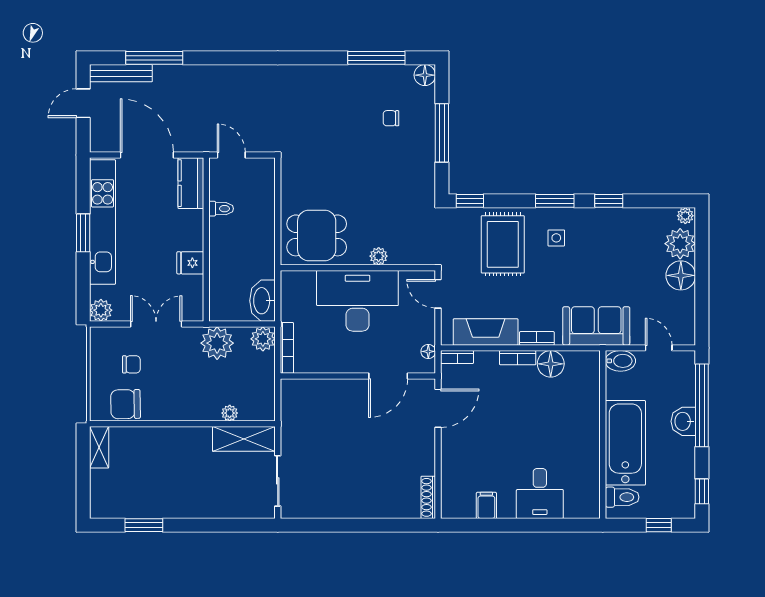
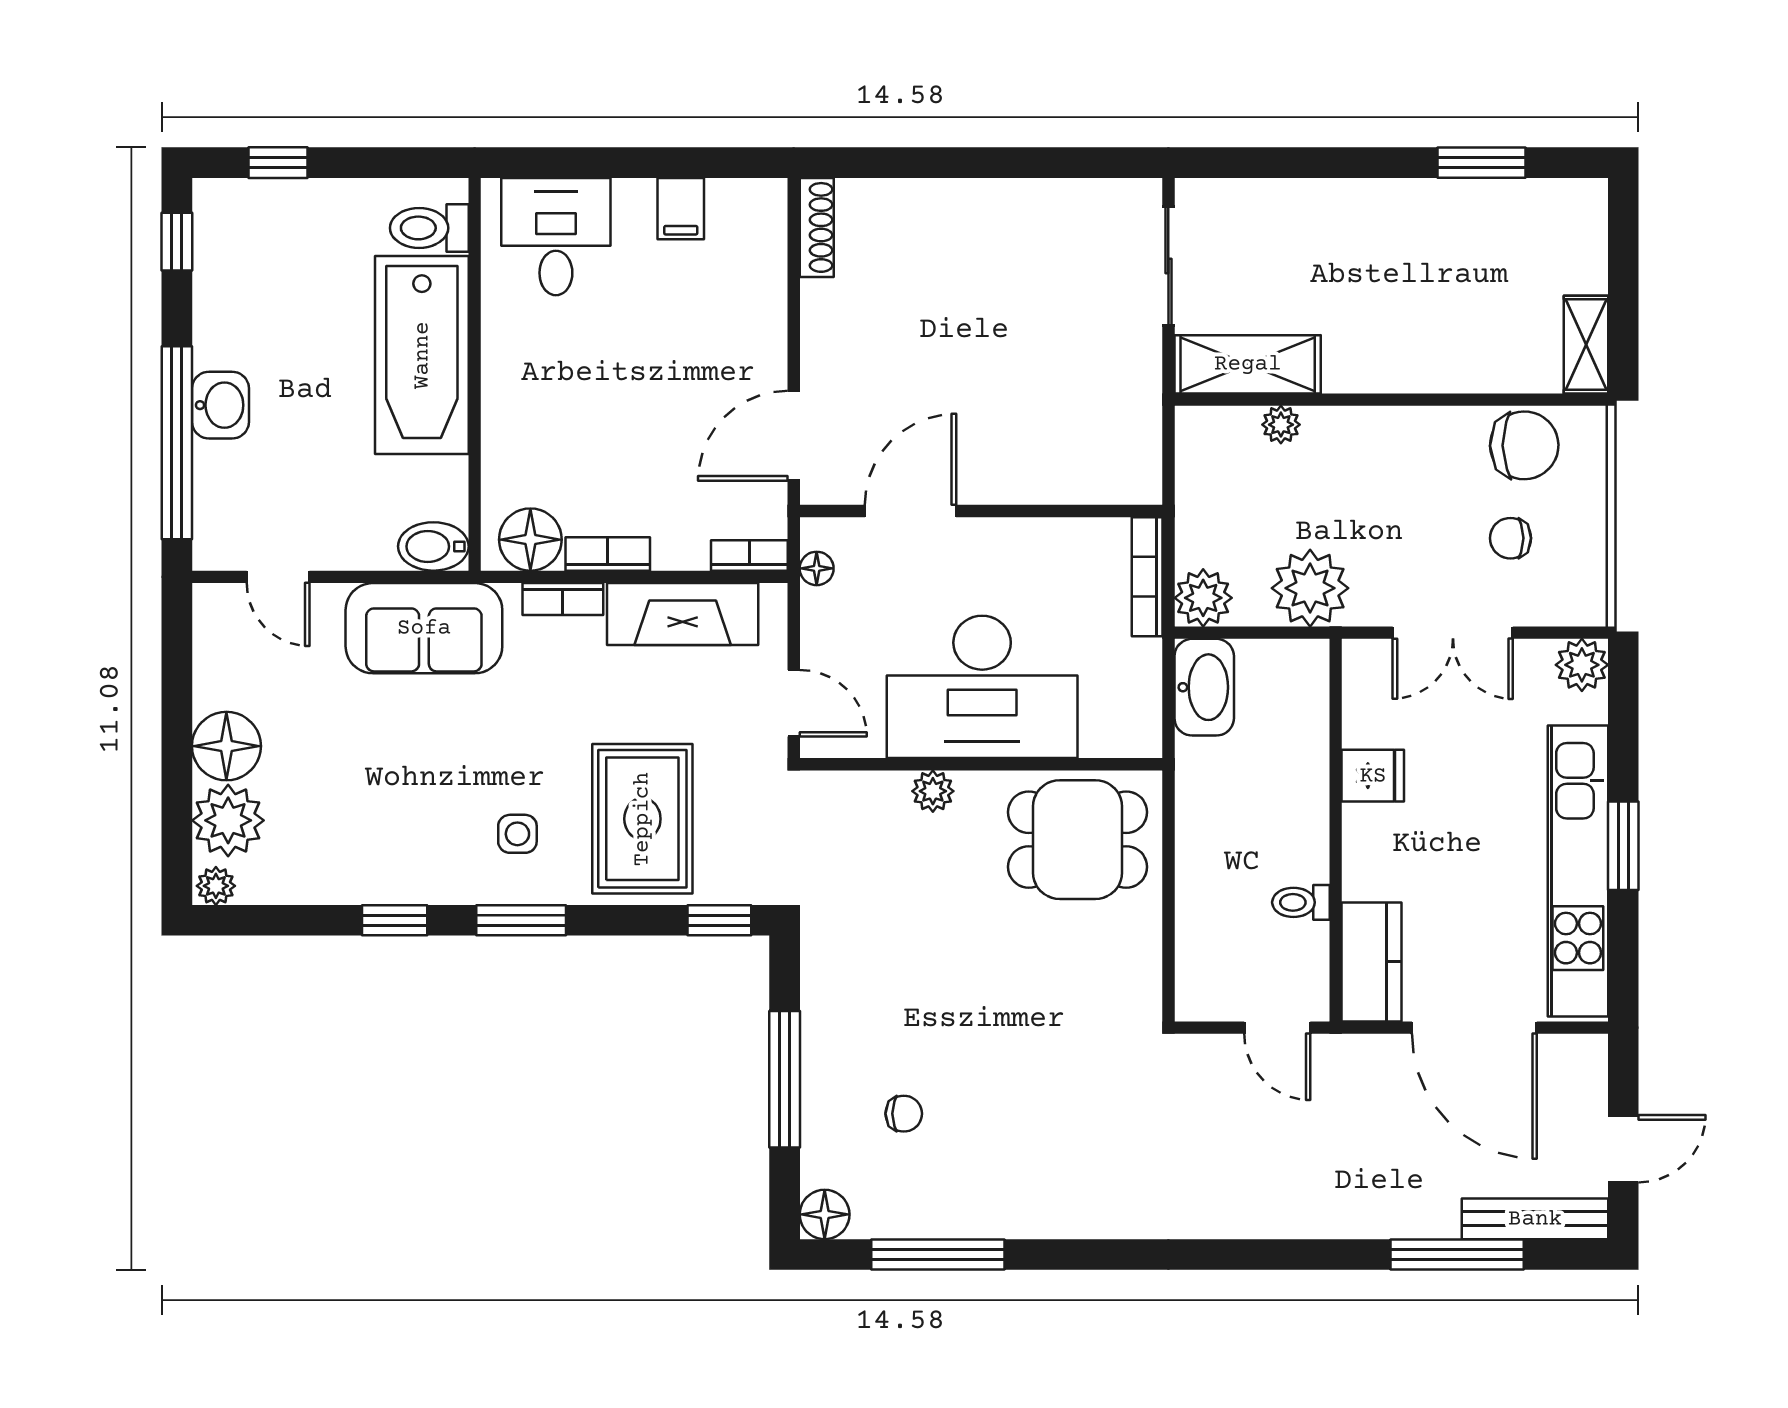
bidet: (620, 361) -> (433, 546), moved
wall: (603, 435) -> (475, 374), moved
bathtub: (625, 443) -> (422, 355), moved
toilet: (622, 497) -> (429, 228), moved

